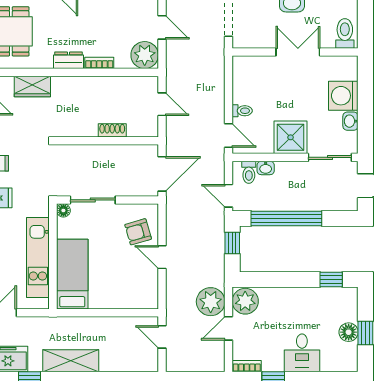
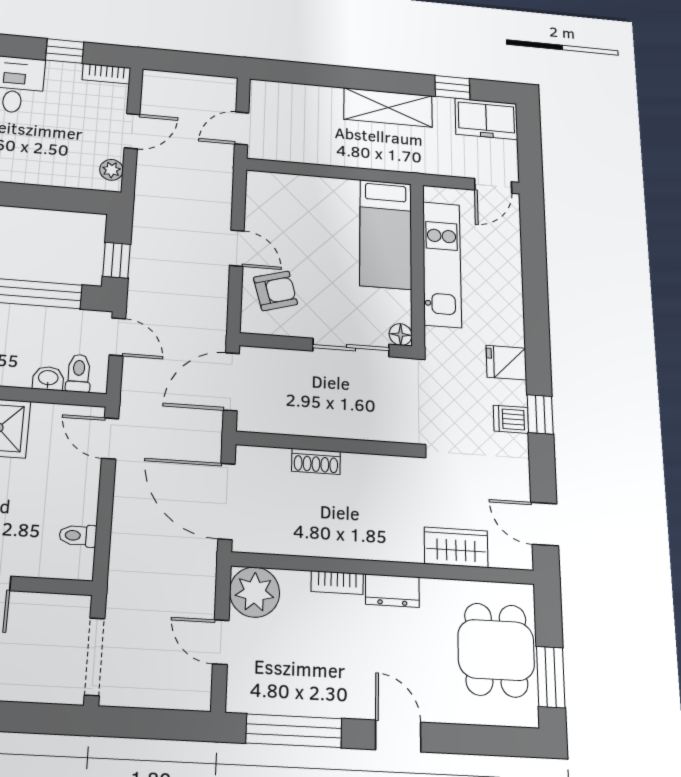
door: (162, 104) -> (227, 501), width x1.88
toilet: (242, 111) -> (78, 536), moved
plant: (245, 301) -> (111, 170), width x0.53, depth x0.53
plant: (211, 302) -> (159, 173), removed
door: (162, 337) -> (242, 128), swing flipped

